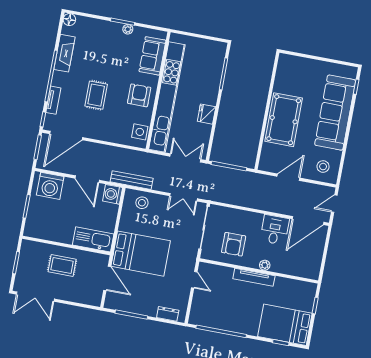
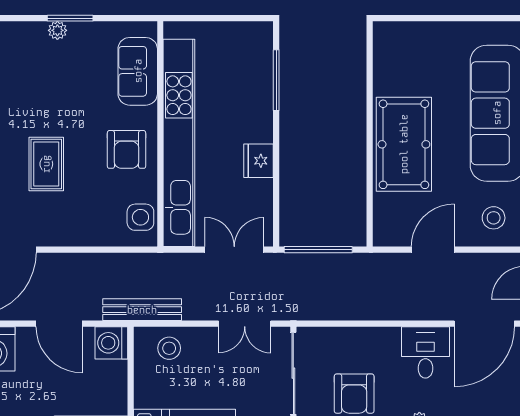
plant: (128, 29) -> (57, 30), moved
armchair: (139, 95) -> (126, 149), turned 180

